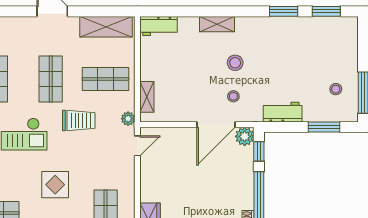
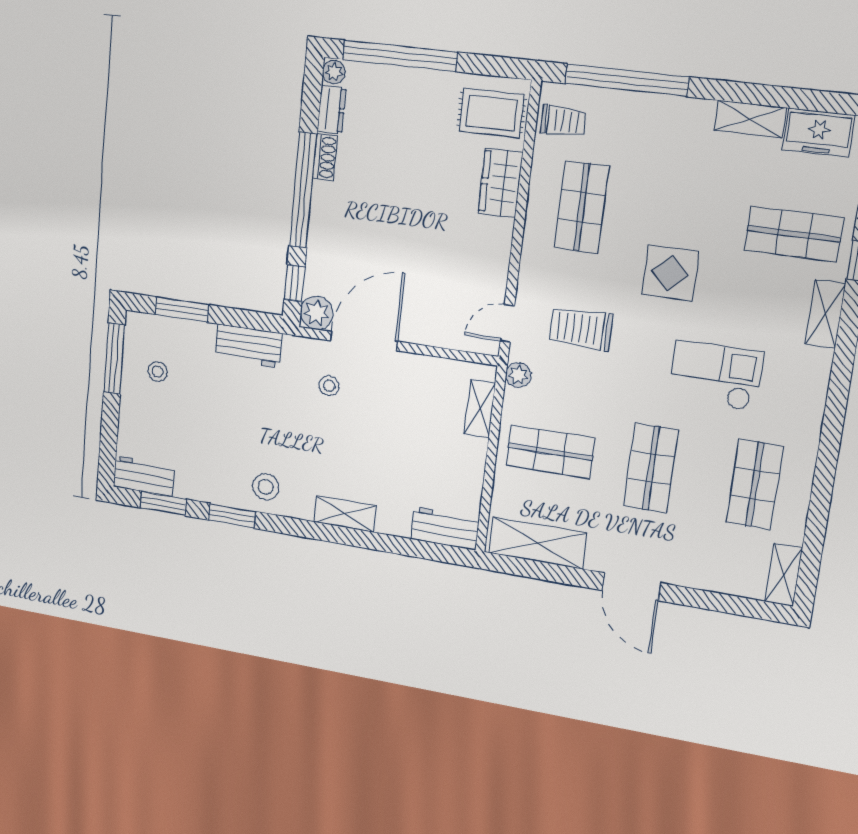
workbench: (340, 26) -> (144, 476), added
stool: (235, 63) -> (266, 487), moved
trolley: (79, 121) -> (581, 329), moved

